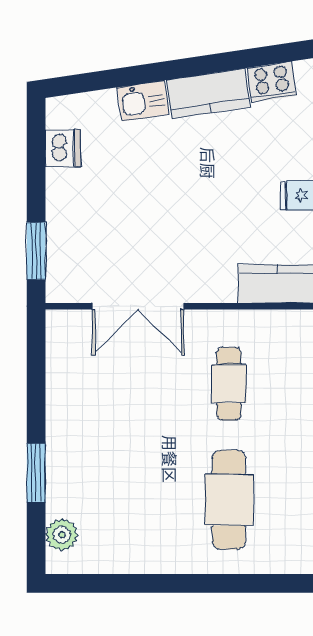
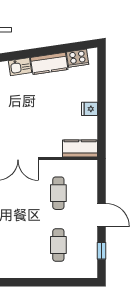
cafe table: (229, 500) -> (58, 245), width x0.73, depth x0.74

